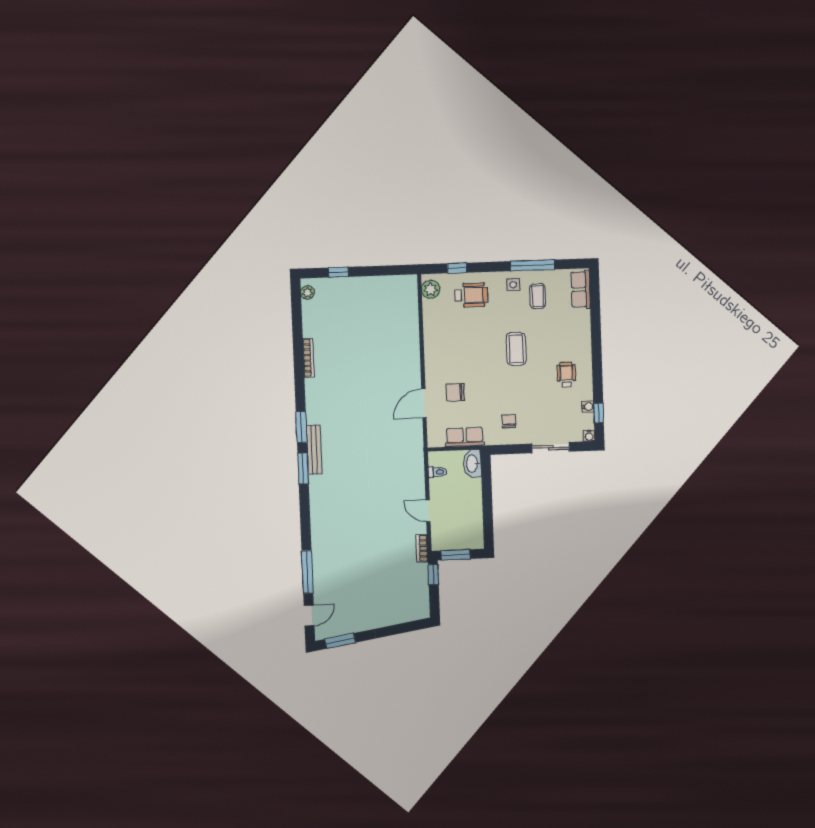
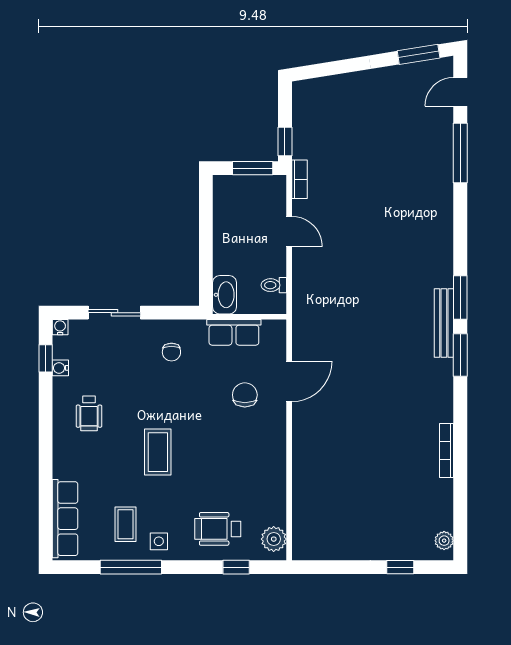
row of seats: (581, 289) -> (65, 519), width x1.48
chair: (455, 392) -> (245, 395), turned -90

